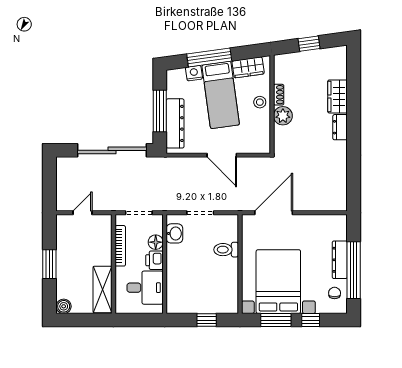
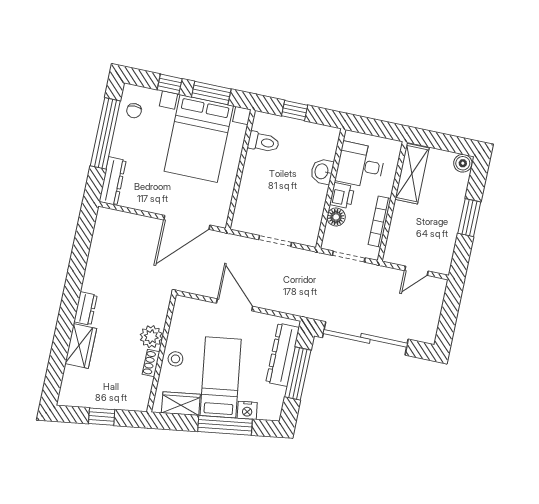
washbasin: (174, 233) -> (322, 171), moved
toilet: (226, 250) -> (263, 142), moved
dresser: (340, 260) -> (113, 181), moved

